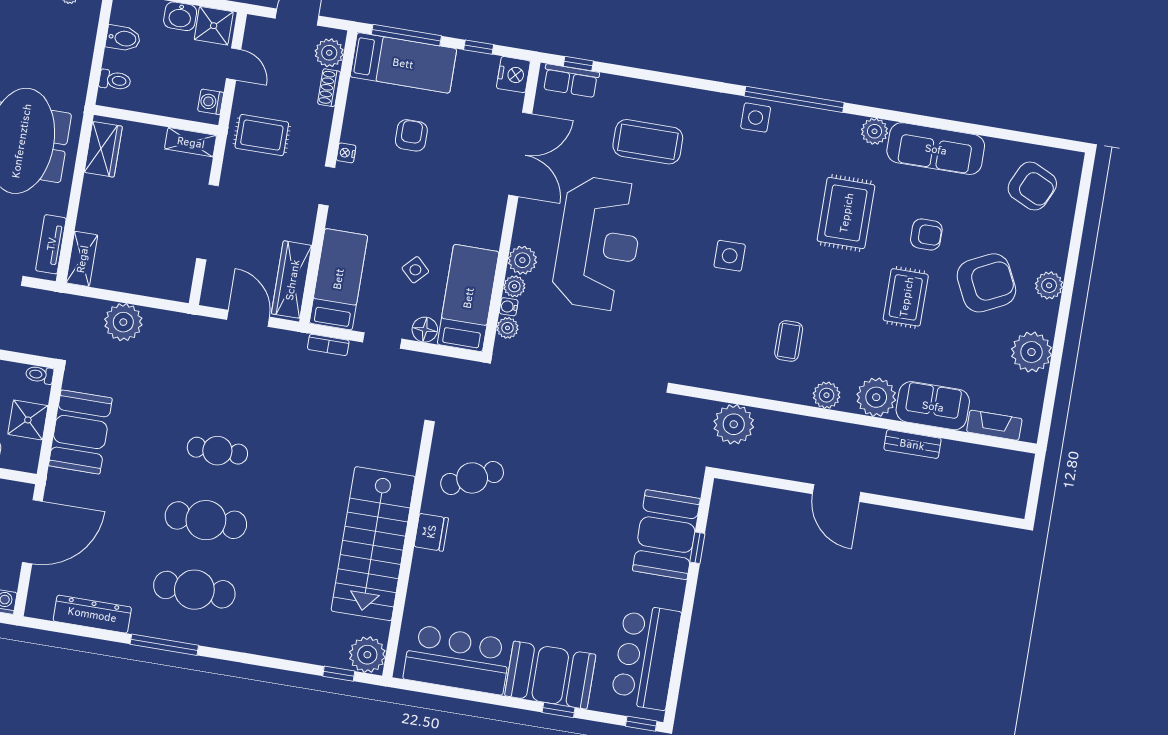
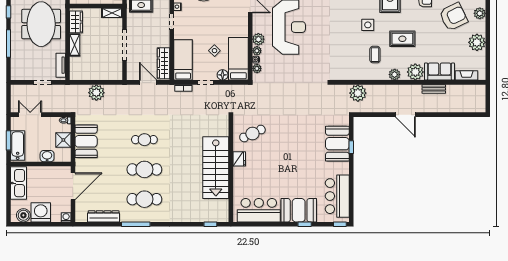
side table: (730, 256) -> (368, 25), moved
shelving: (82, 259) -> (75, 45), moved
rug: (906, 297) -> (402, 39), moved, turned 90
plant: (367, 655) -> (221, 214), removed

